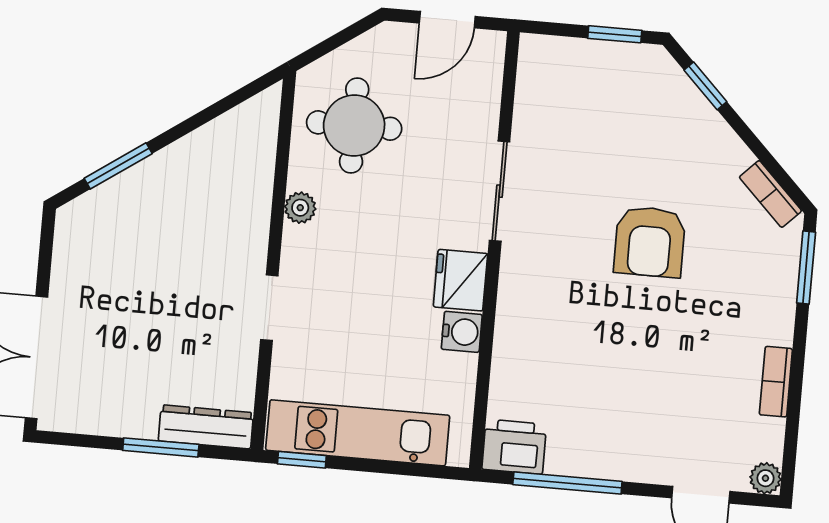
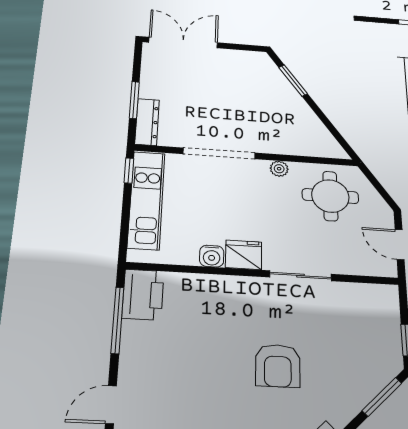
window: (705, 86) -> (382, 397), width x1.50
armchair: (650, 242) -> (278, 366), turned -90
doorway: (269, 308) -> (219, 153), width x1.88
printer: (514, 447) -> (143, 295), width x1.37, depth x1.19

